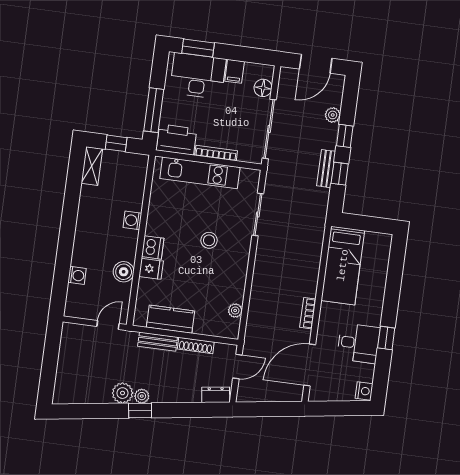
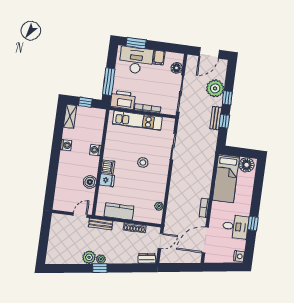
plant: (333, 115) -> (215, 88), width x1.87, depth x1.87
floor lamp: (376, 244) -> (247, 165), added
washing machine: (77, 275) -> (66, 145), moved
bench: (158, 342) -> (101, 224), moved

